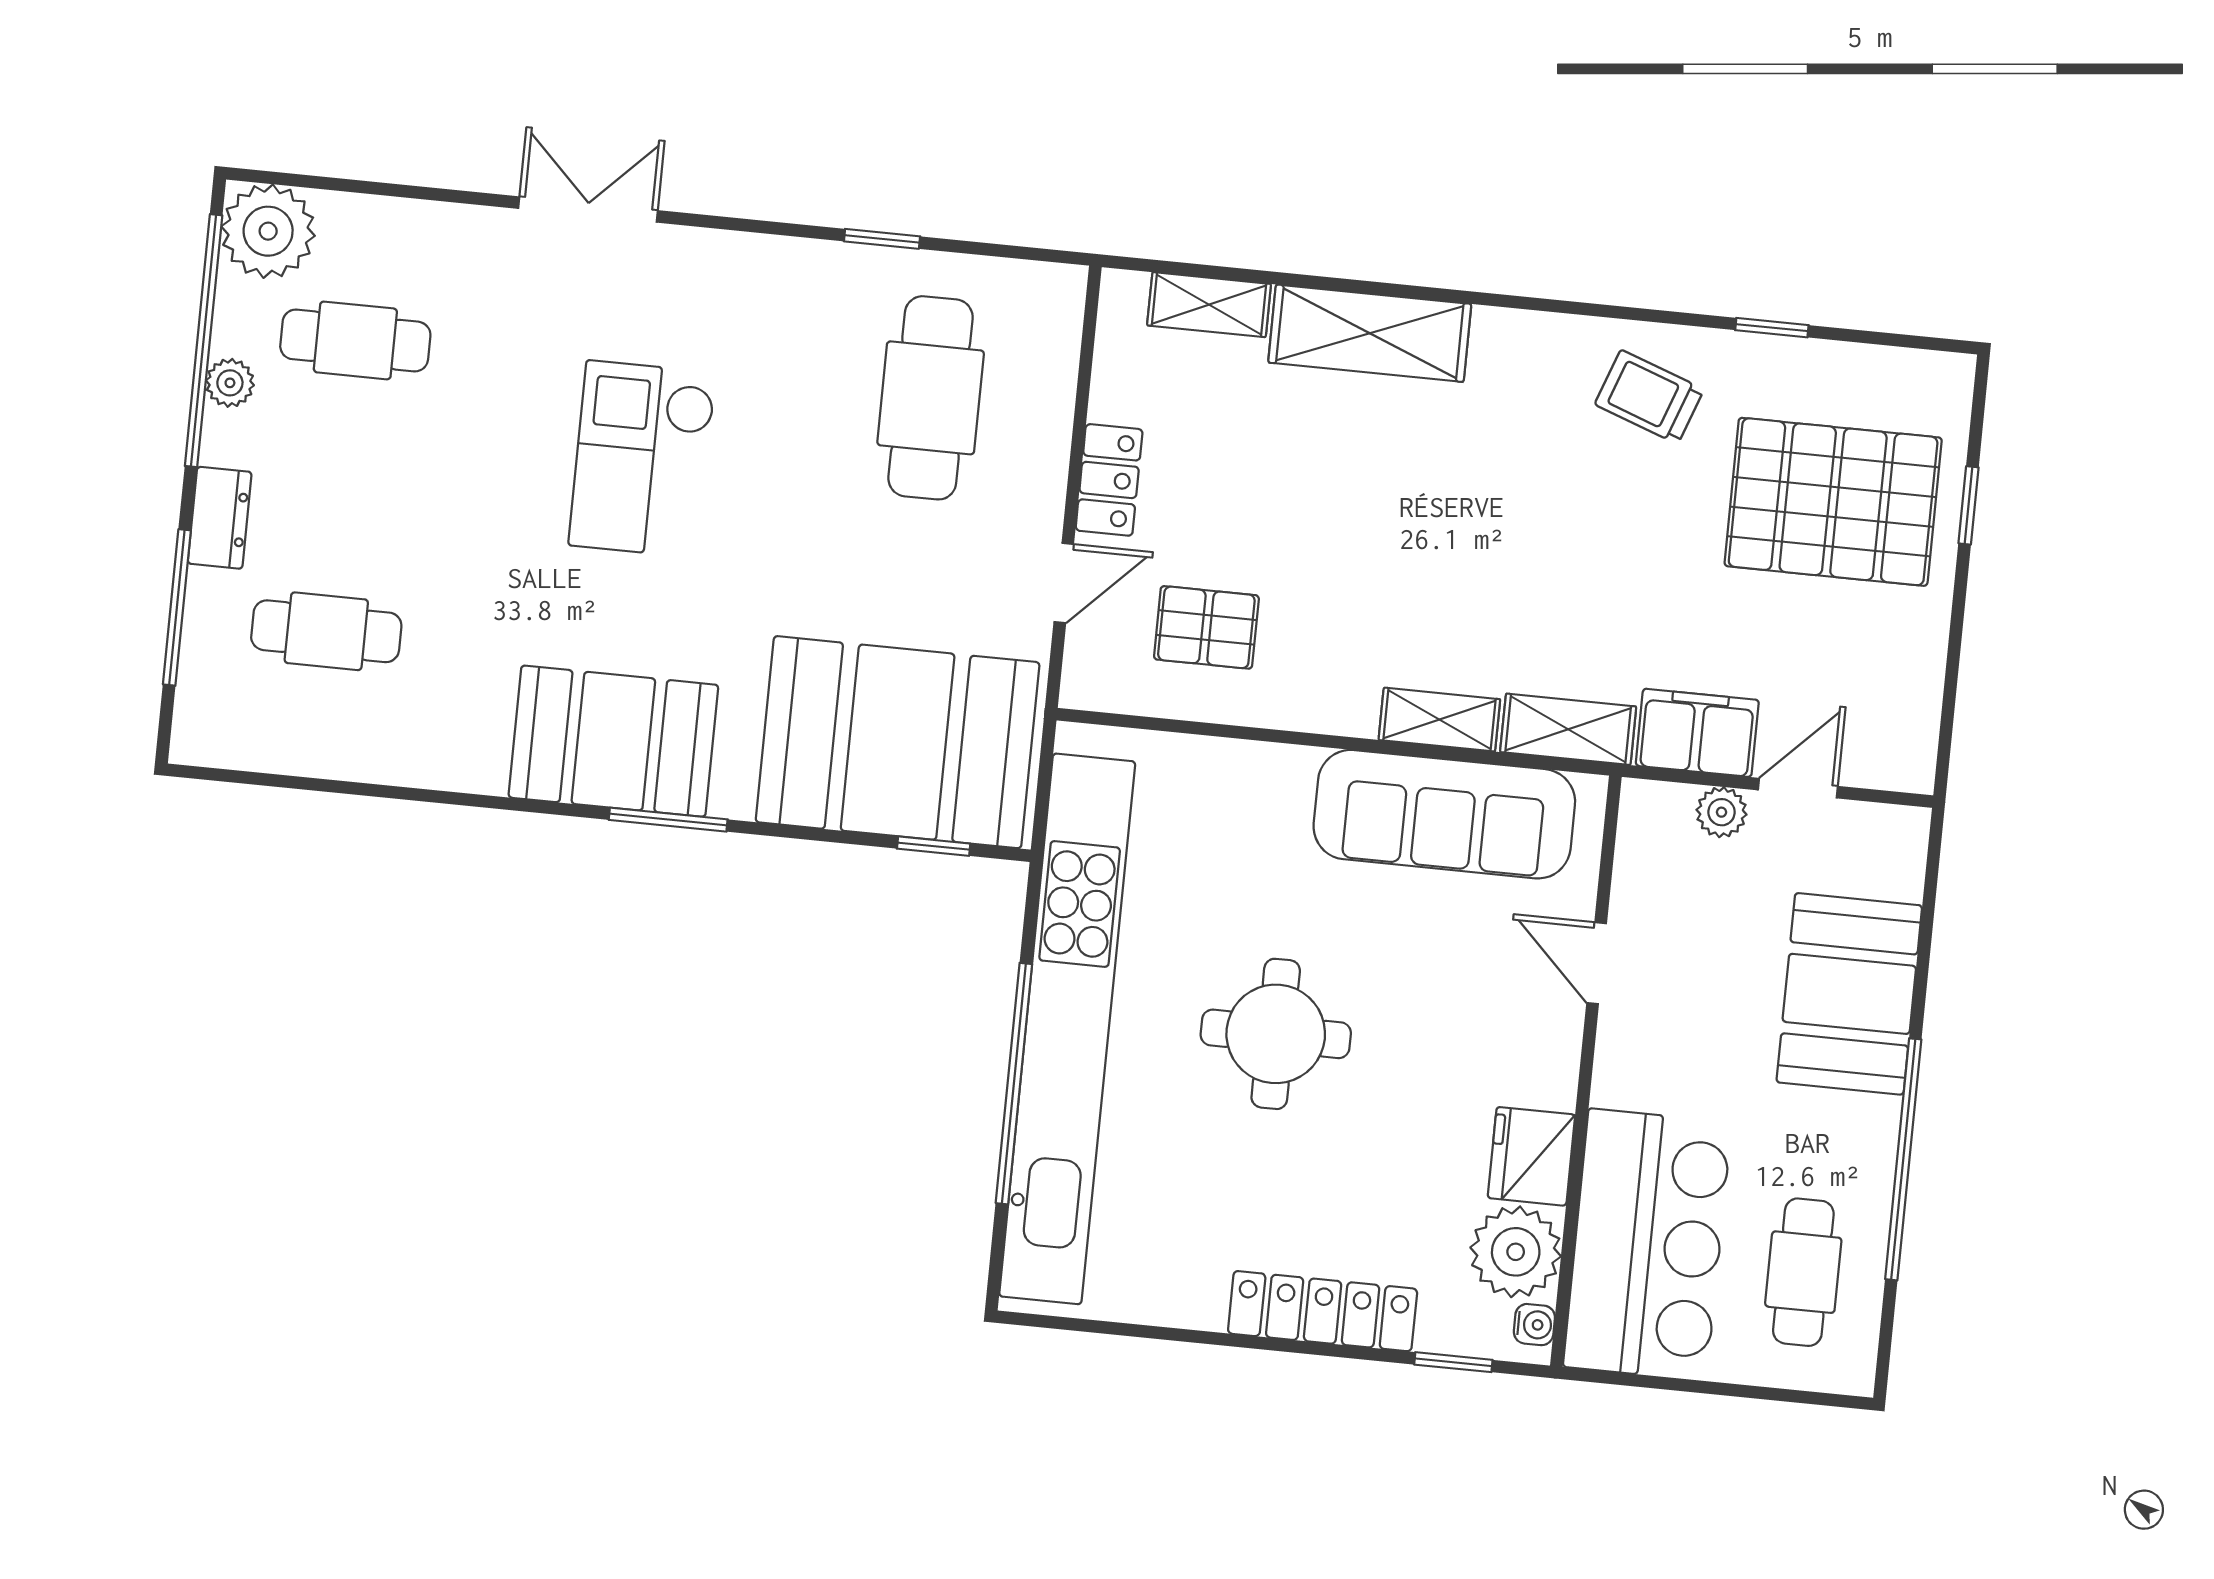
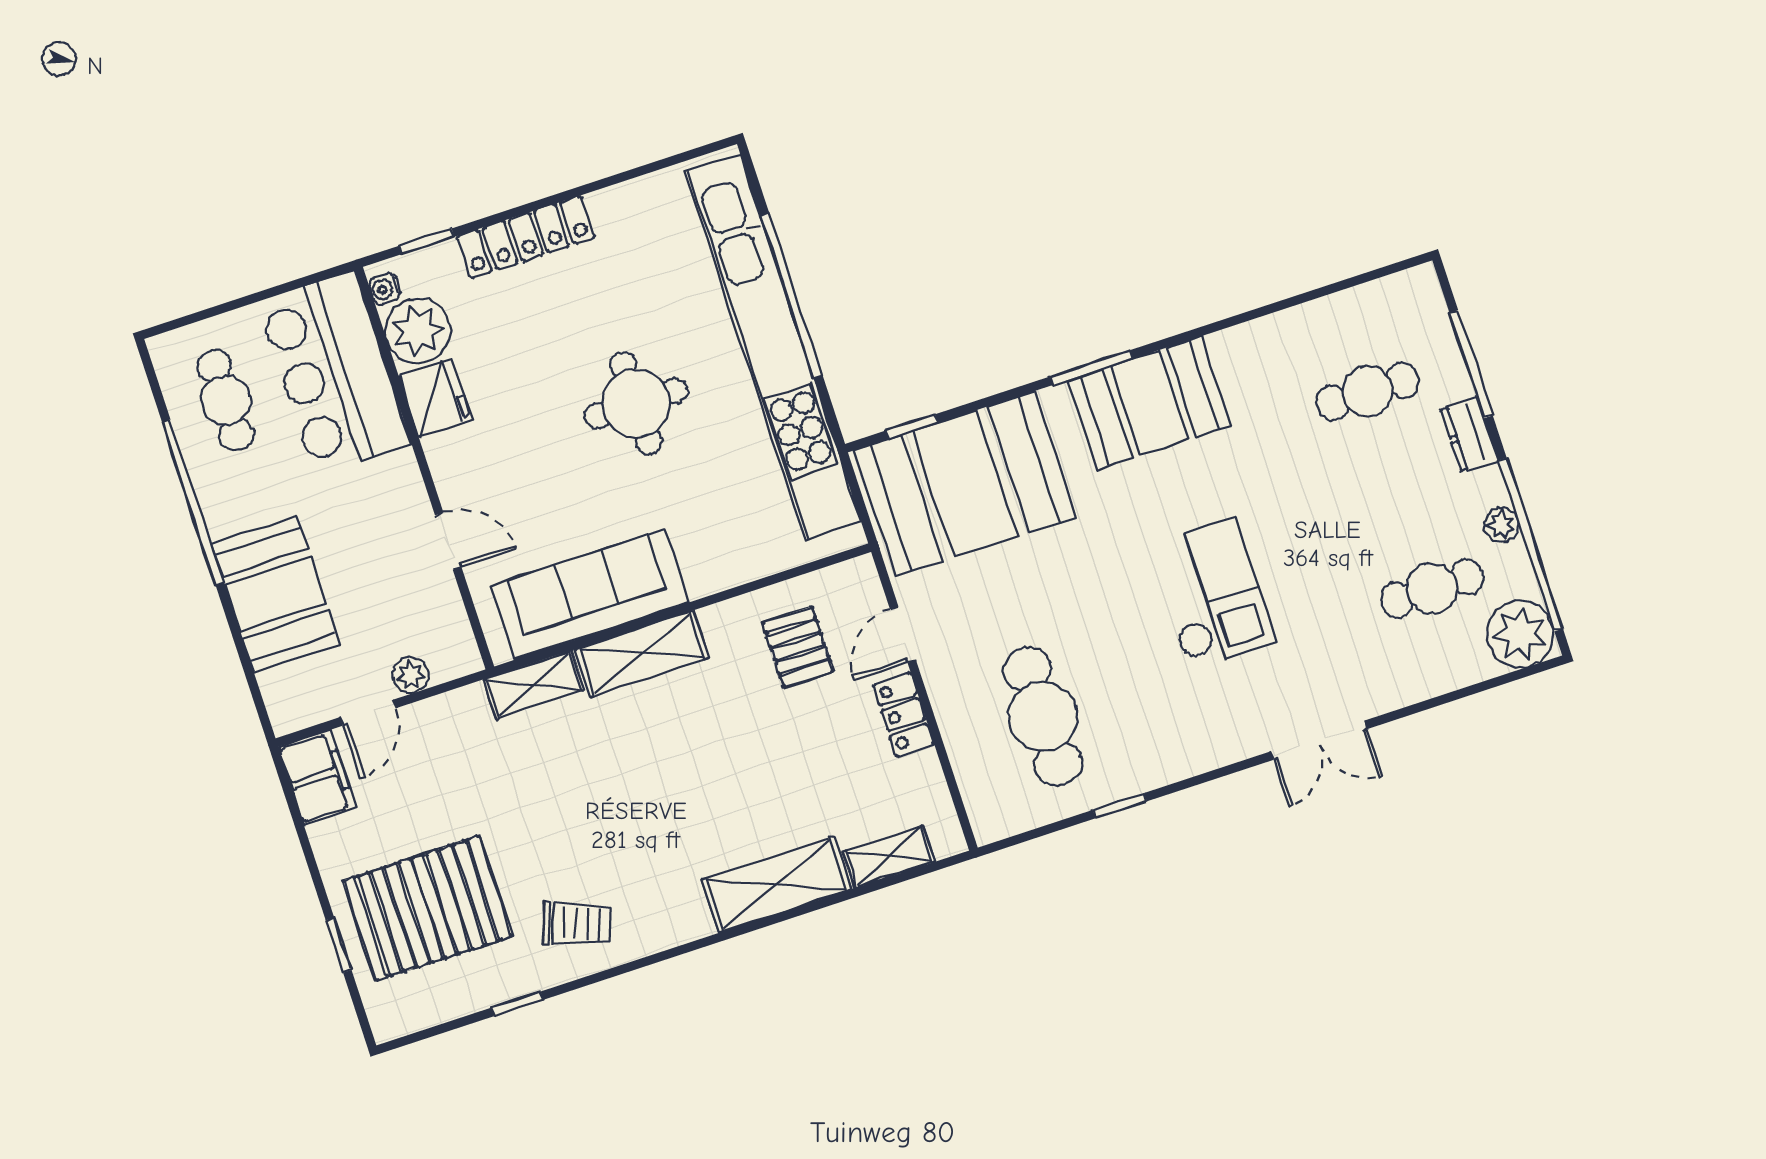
pallet: (1206, 627) -> (798, 647), turned 90
shelving: (1439, 720) -> (642, 653), width x1.50, depth x1.33
filing cabinet: (1697, 733) -> (317, 777), moved, turned -90

